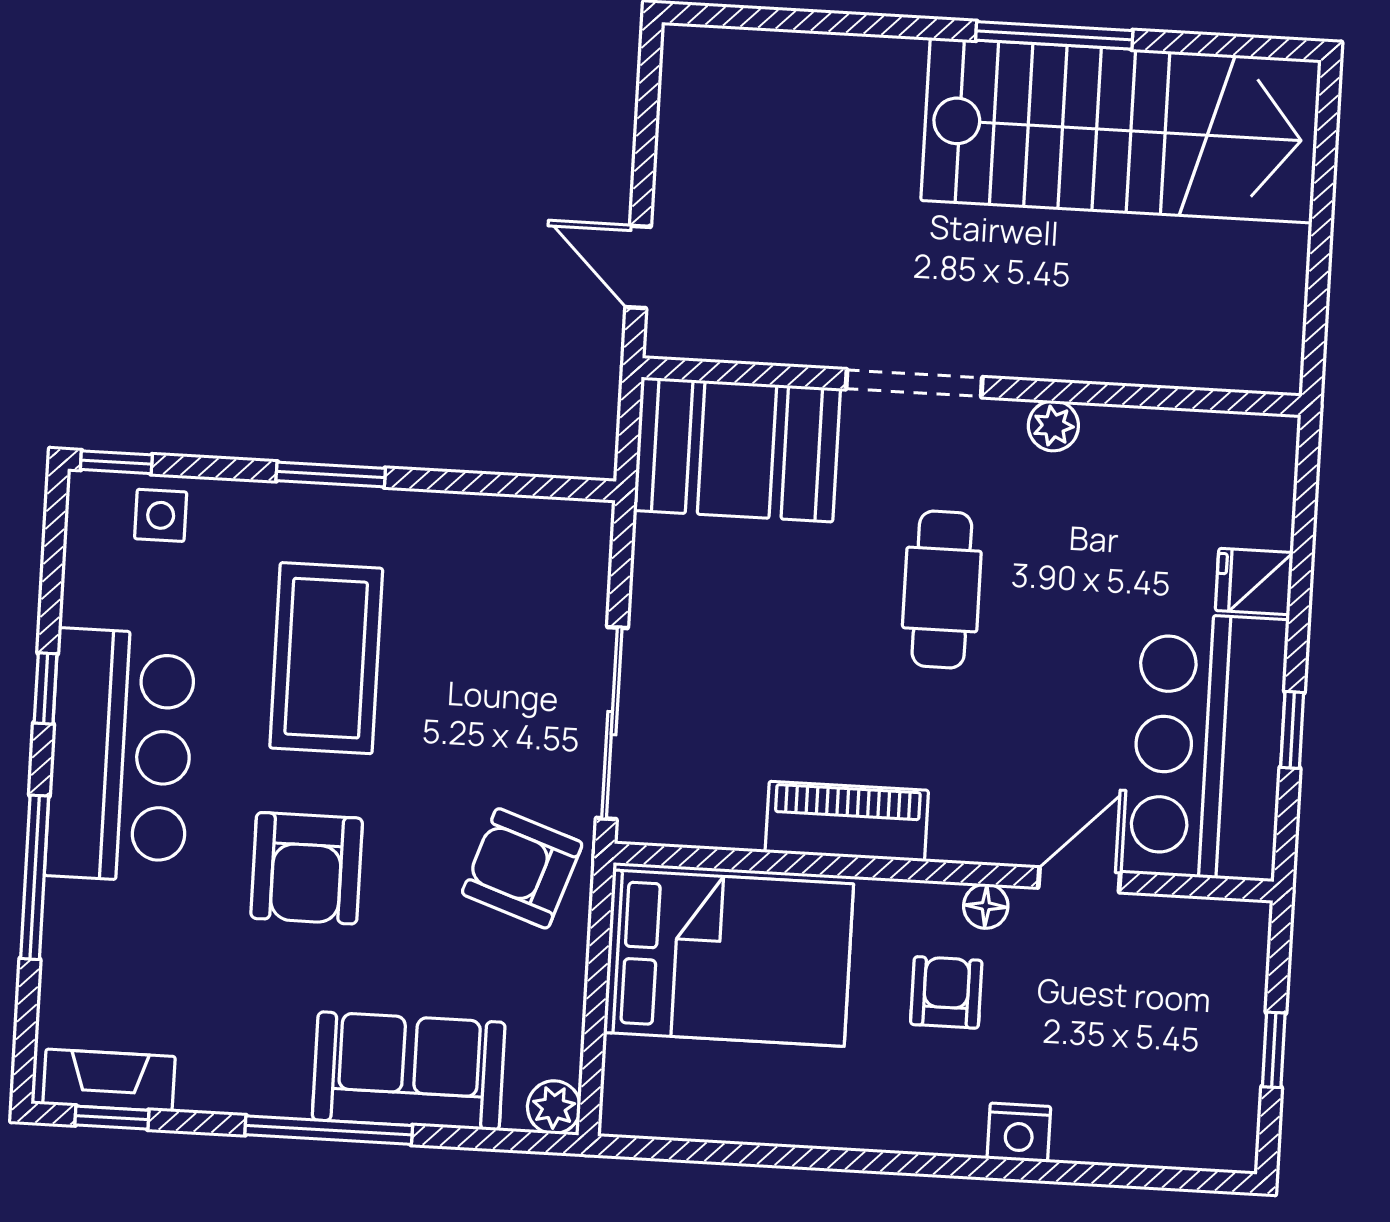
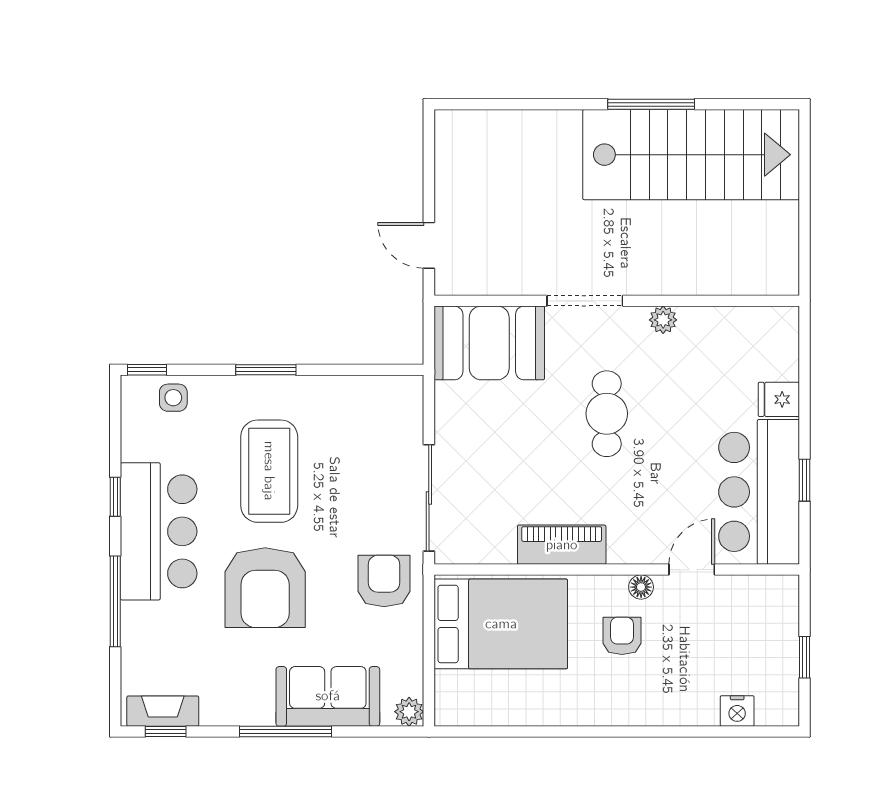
armchair: (307, 868) -> (265, 588), width x1.36, depth x1.36
armchair: (522, 868) -> (384, 581), turned 71
nightstand: (1019, 1133) -> (737, 711), moved

